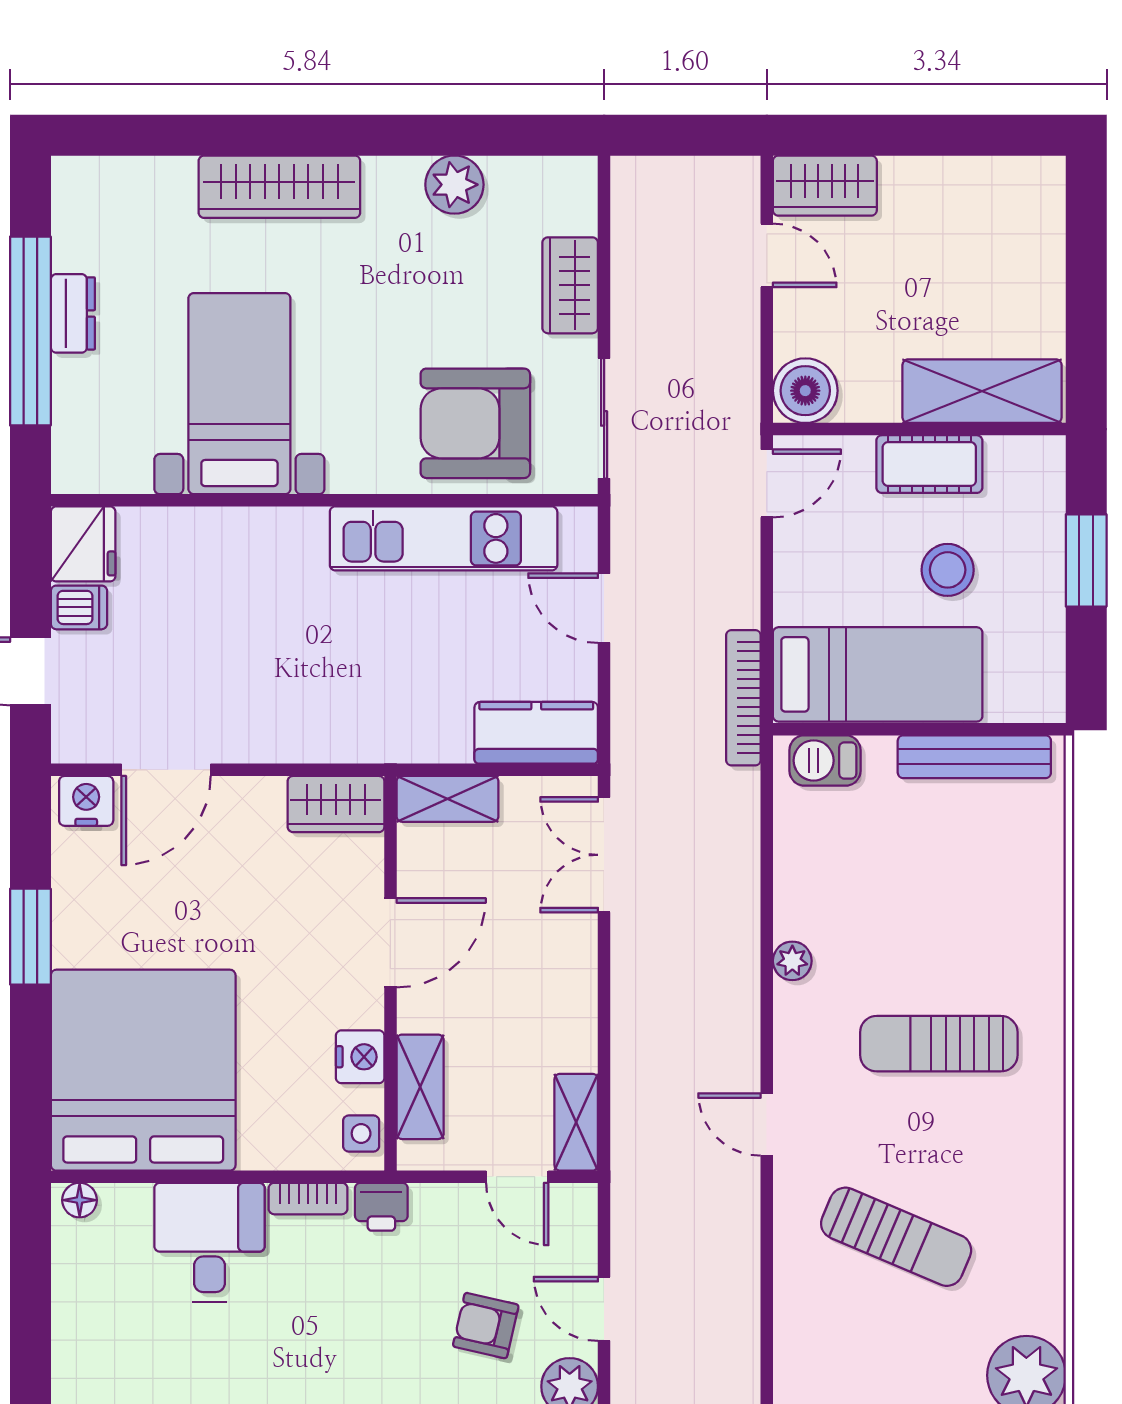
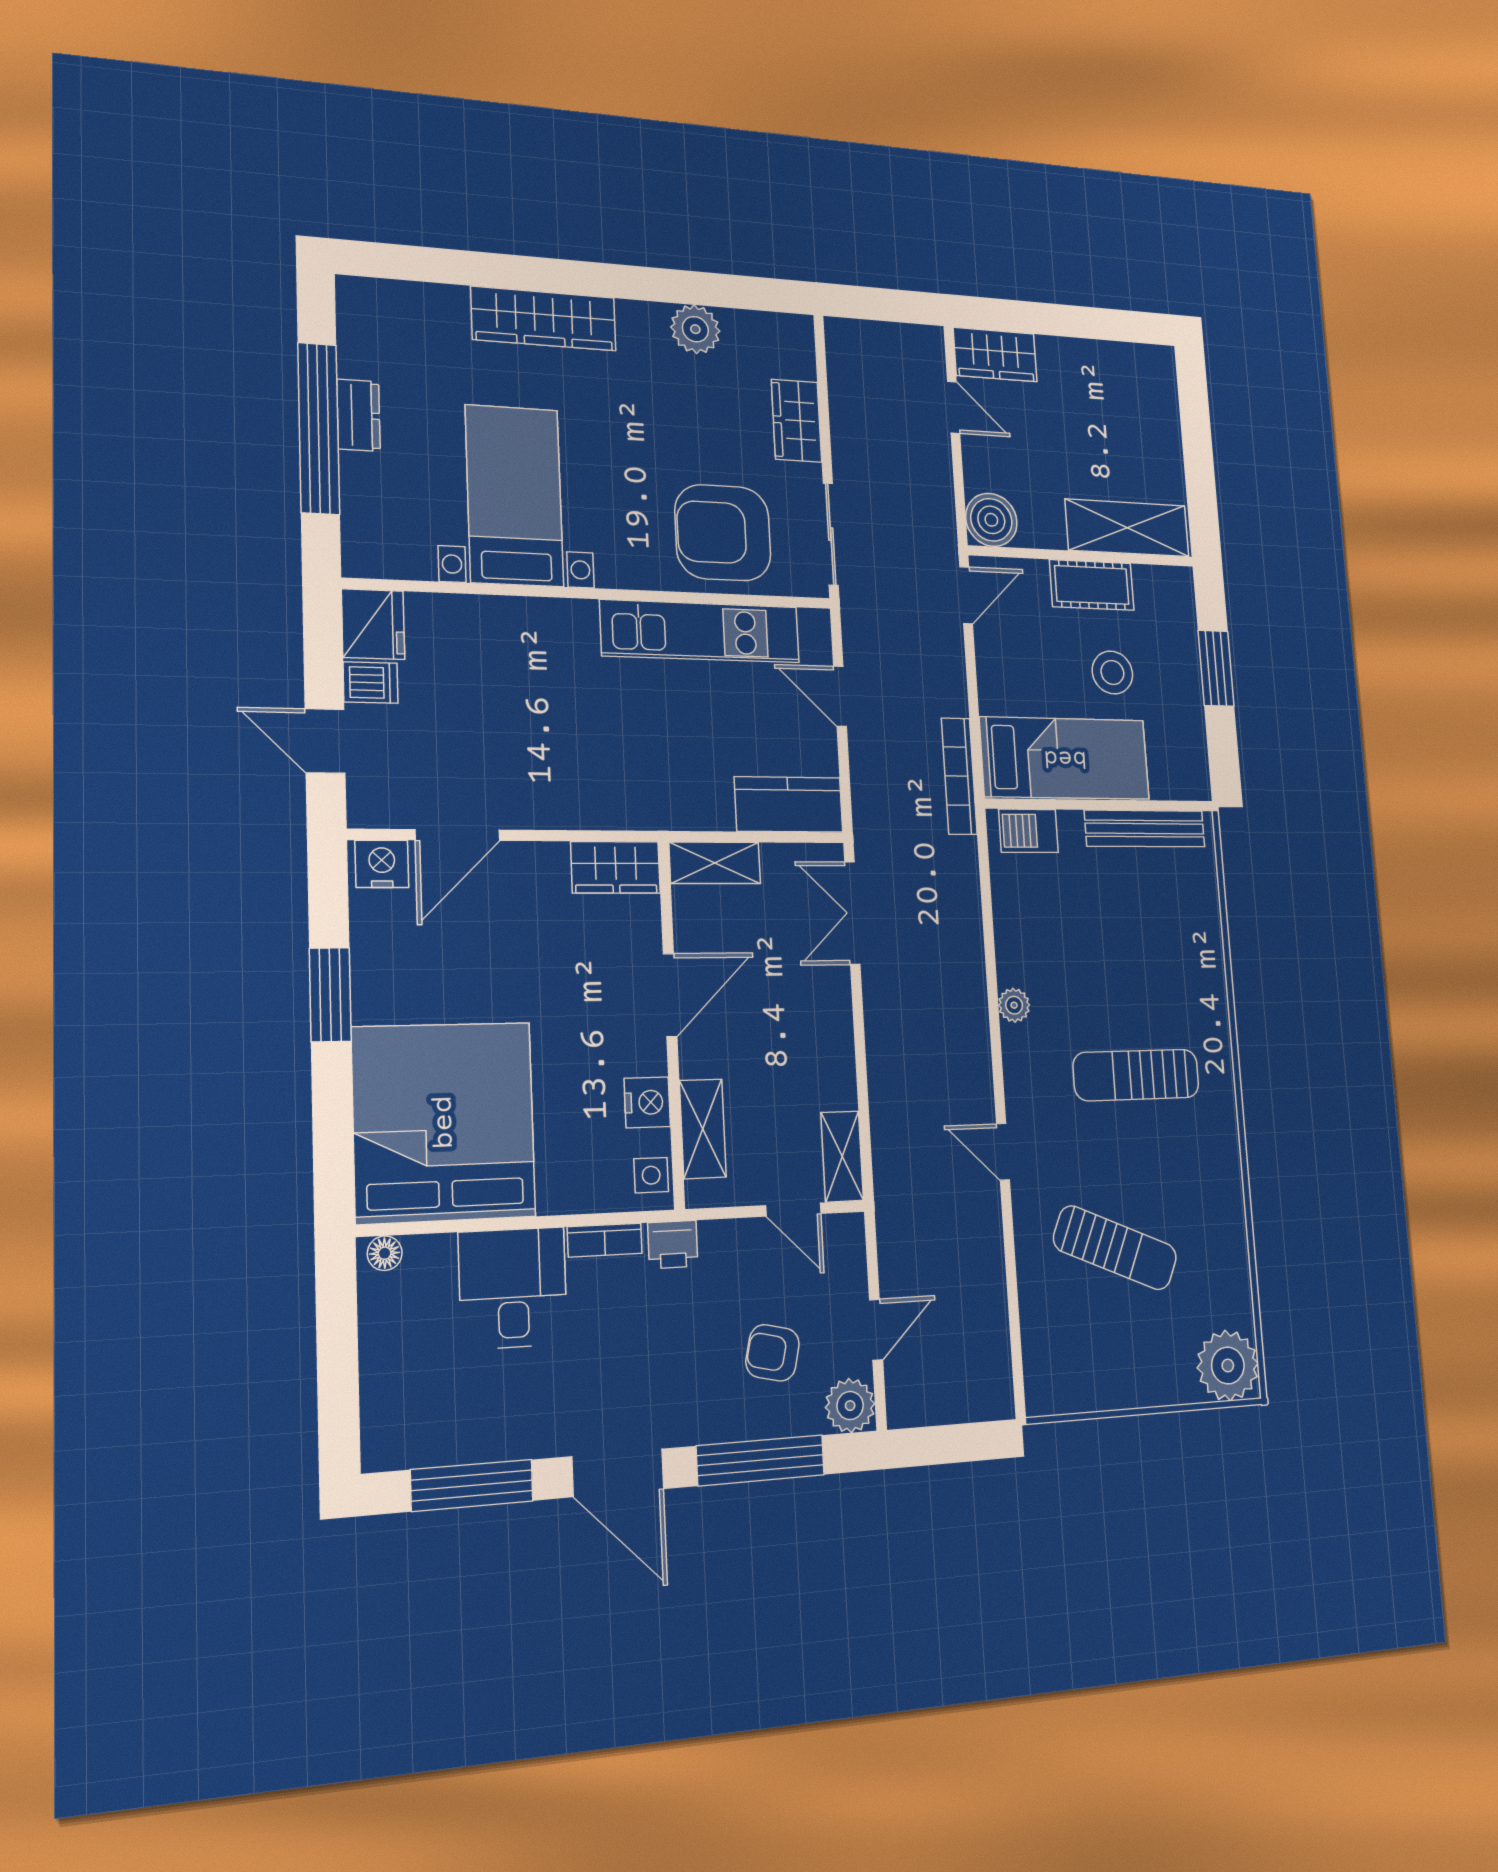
door: (604, 1309) -> (876, 1330), swing flipped

